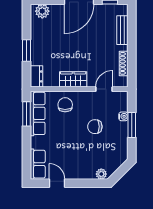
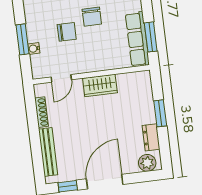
bench: (122, 30) -> (48, 152), width x1.36
dresser: (36, 76) -> (151, 137), moved
chair: (65, 105) -> (92, 17), moved

